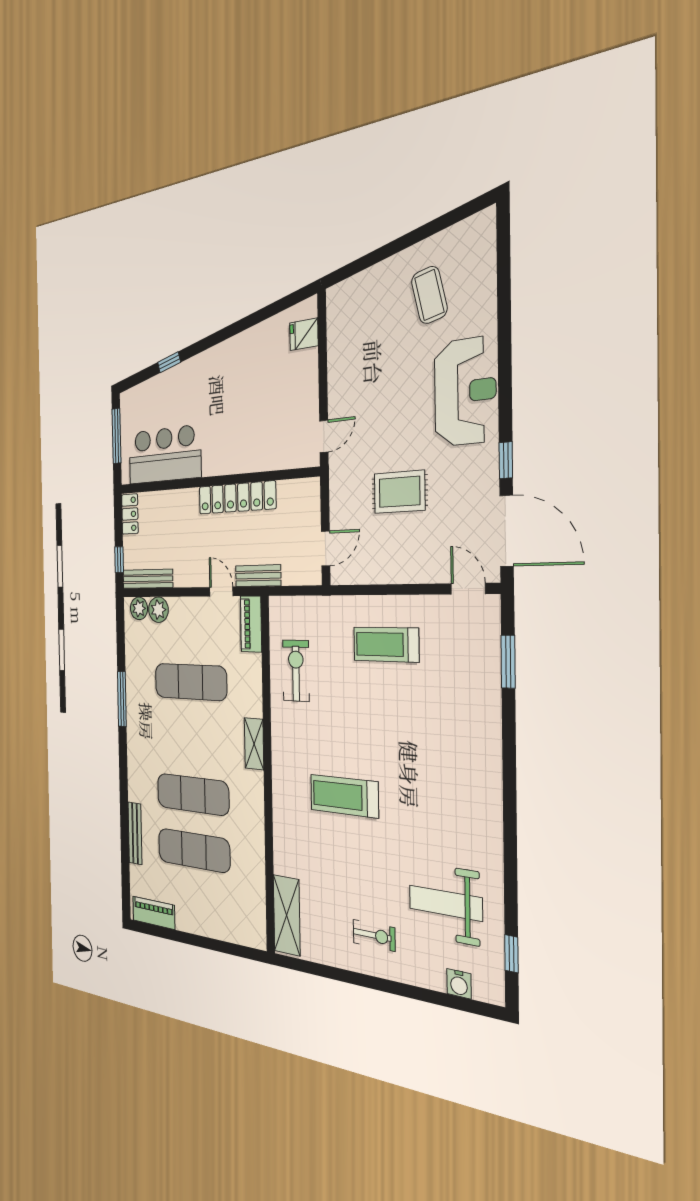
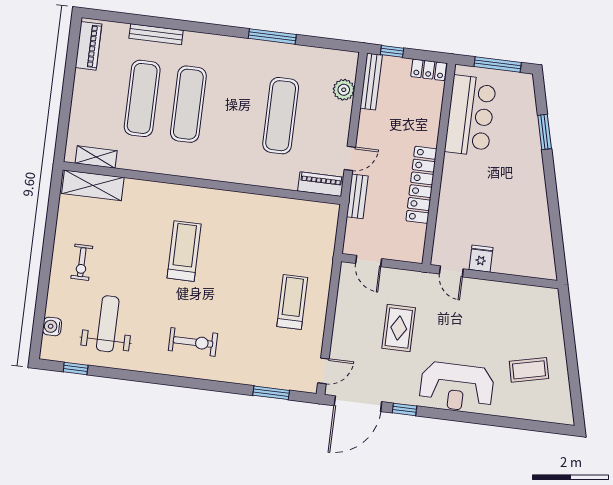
fridge: (304, 334) -> (481, 259), moved
window: (169, 362) -> (545, 132), width x1.50
plant: (139, 608) -> (348, 68), removed
exercise bike: (296, 671) -> (193, 342), moved
shelving: (254, 744) -> (96, 157), moved

